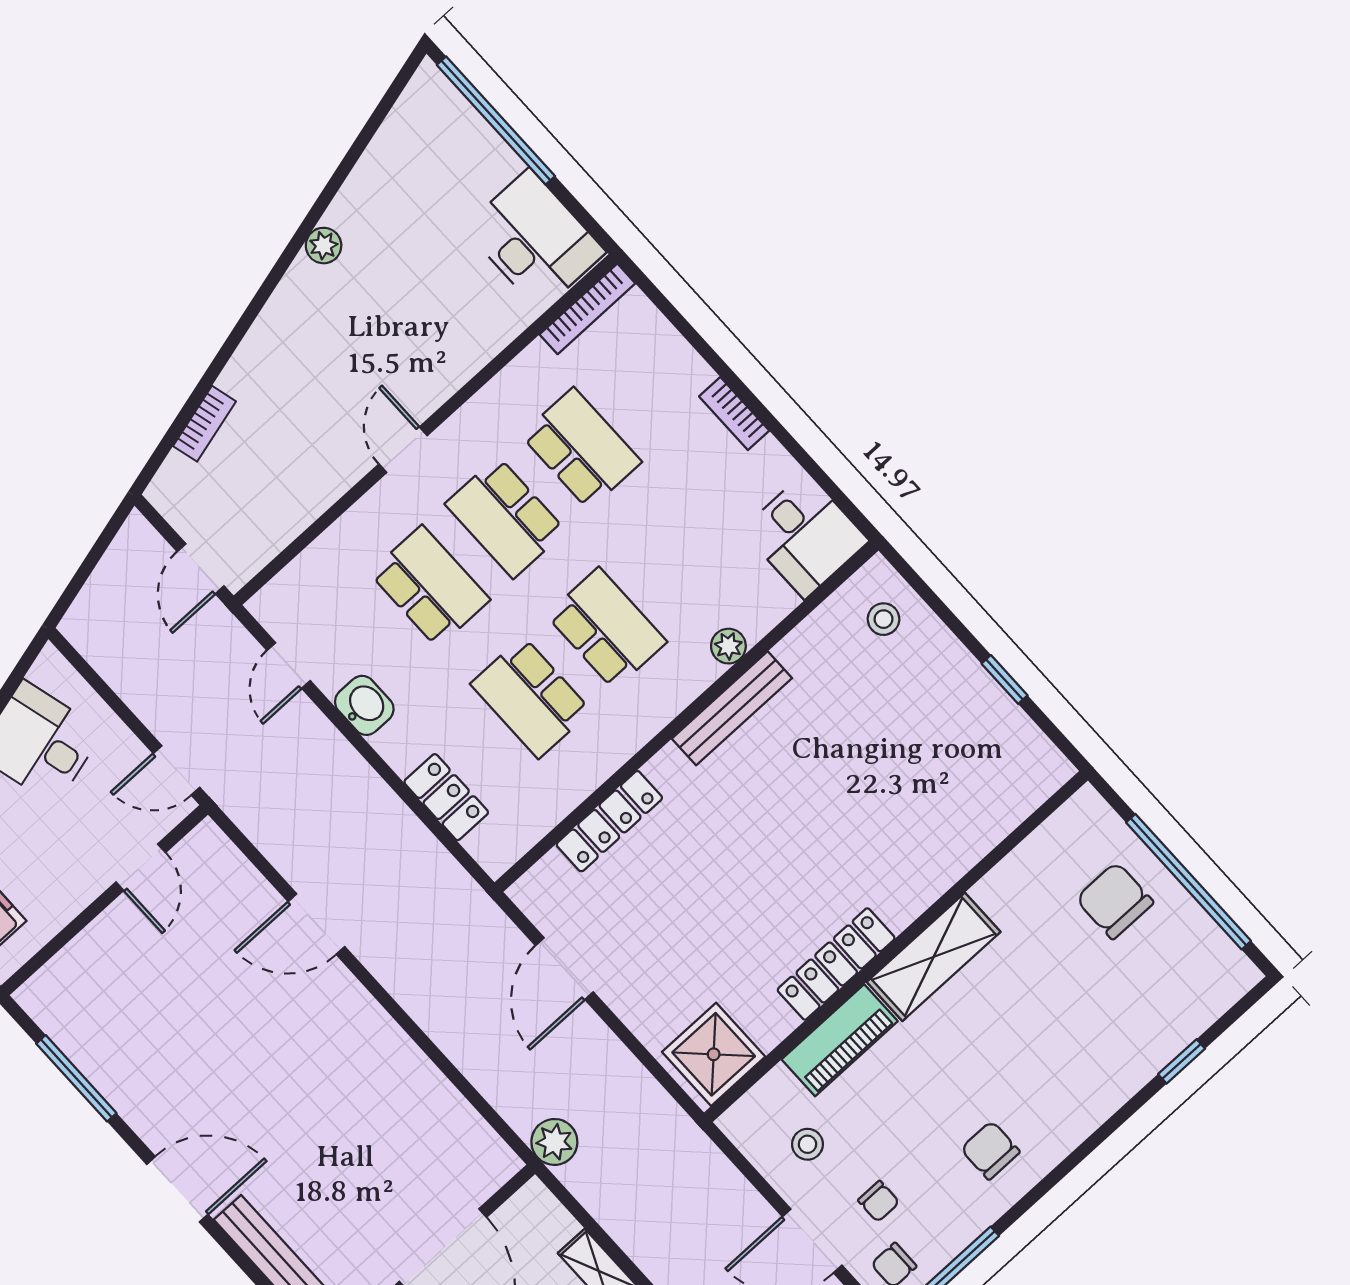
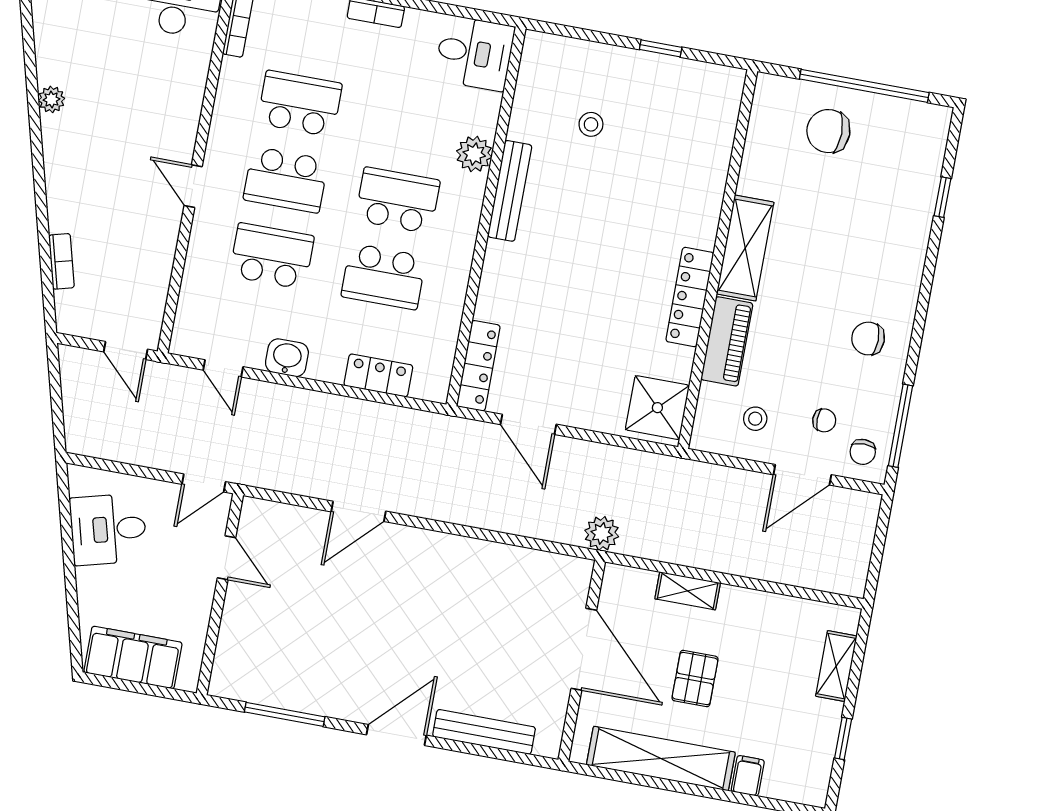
stool: (884, 619) -> (591, 124), moved
plant: (728, 646) -> (474, 154), width x1.38, depth x1.38
locker: (609, 821) -> (478, 366), moved

